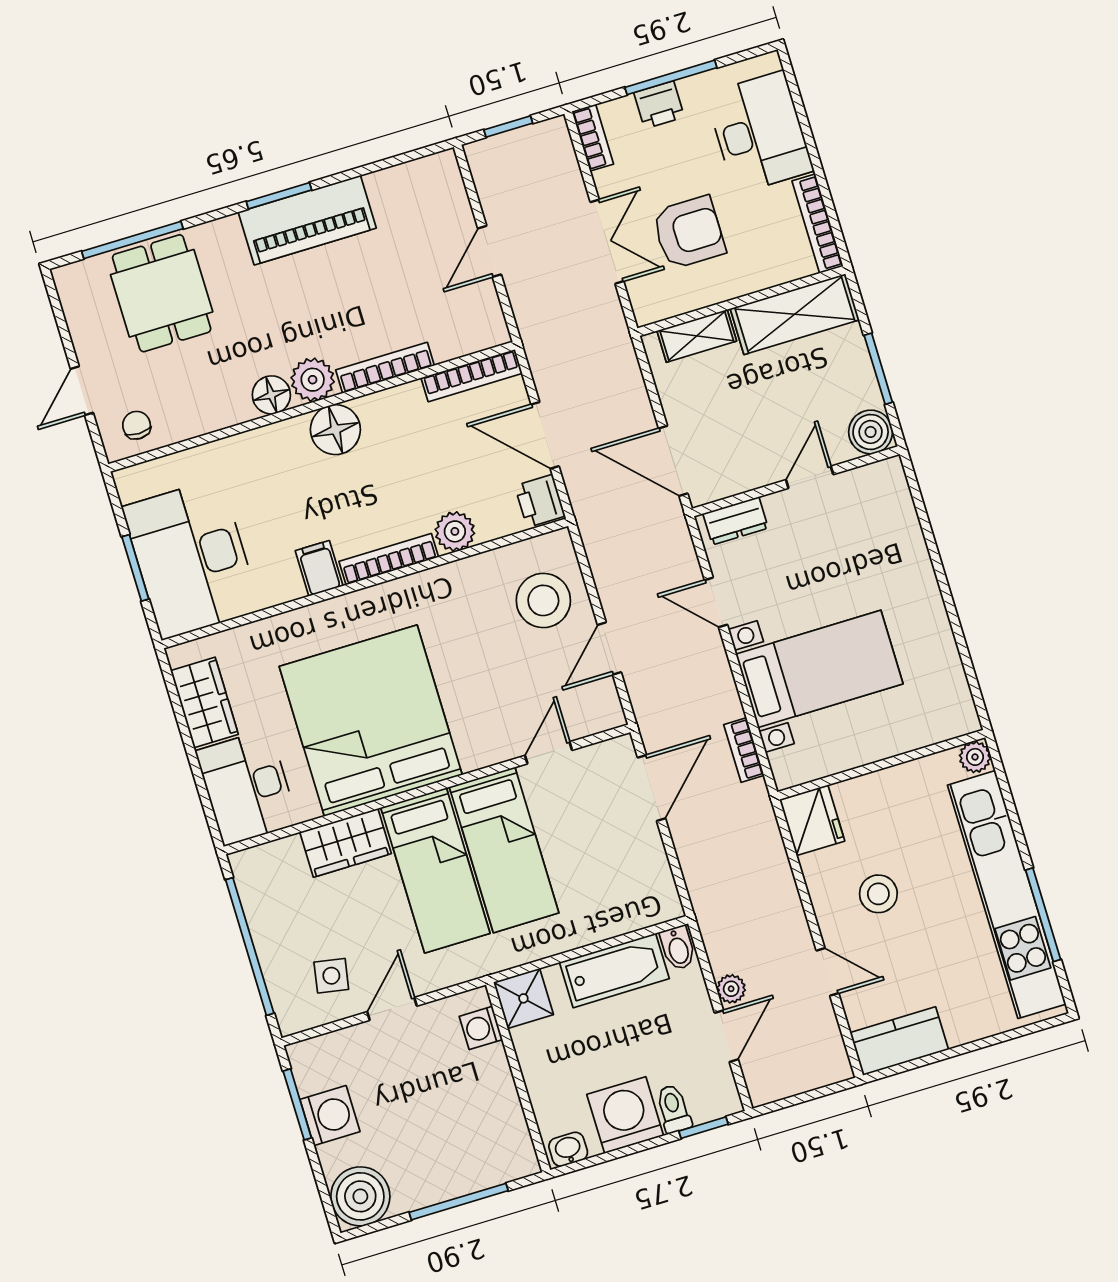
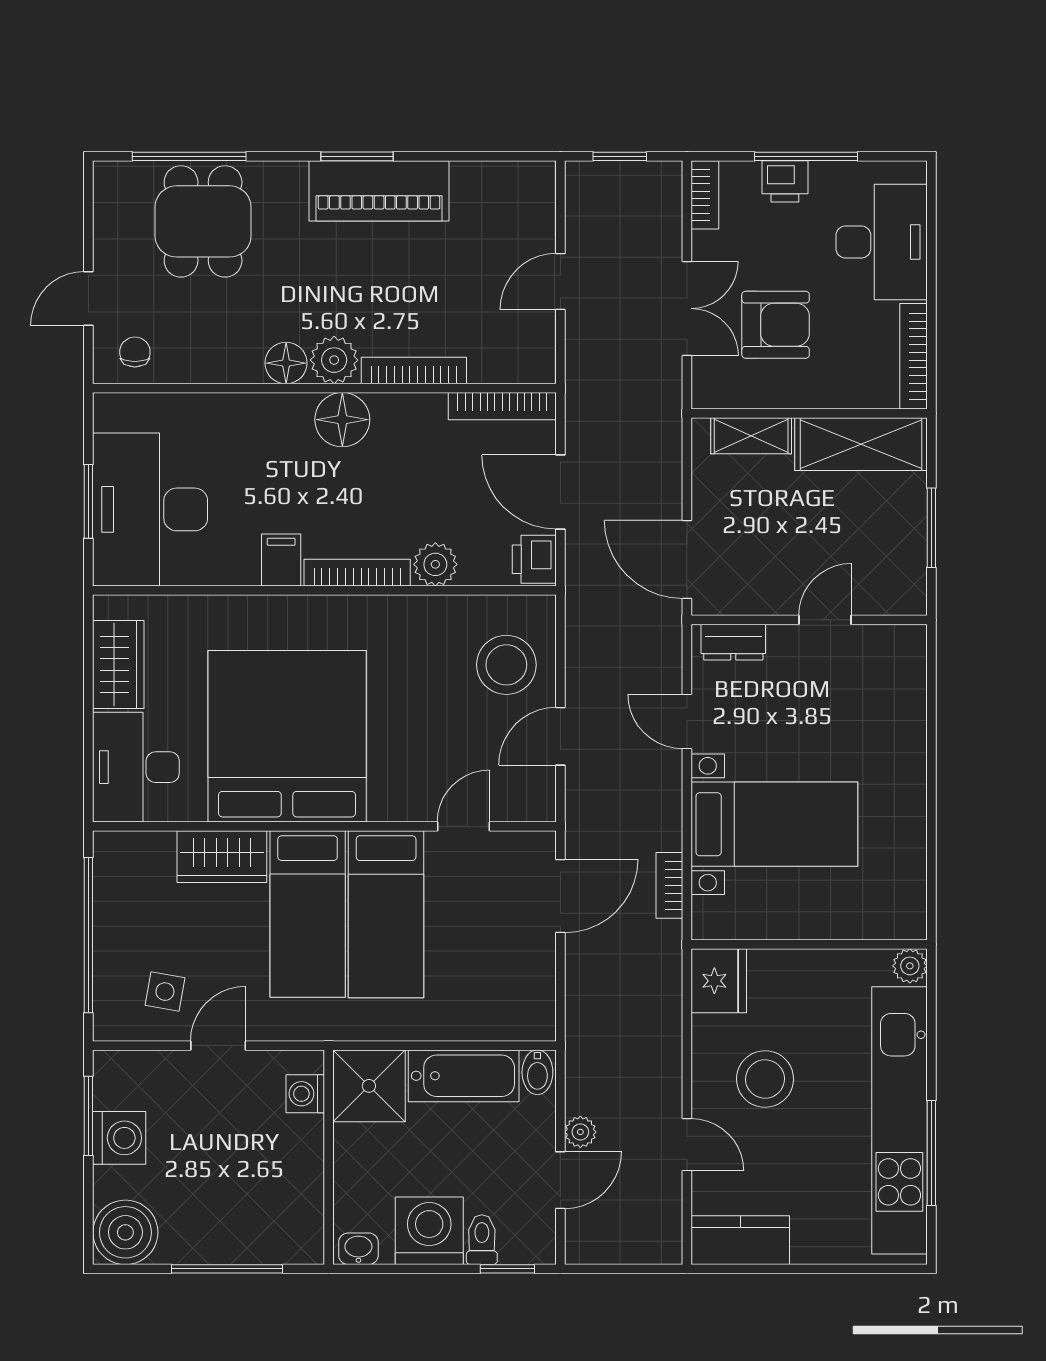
boiler: (871, 432) -> (903, 592), removed
stool: (878, 894) -> (765, 1079), width x1.38, depth x1.38
shower: (523, 998) -> (369, 1086), width x1.36, depth x1.36

